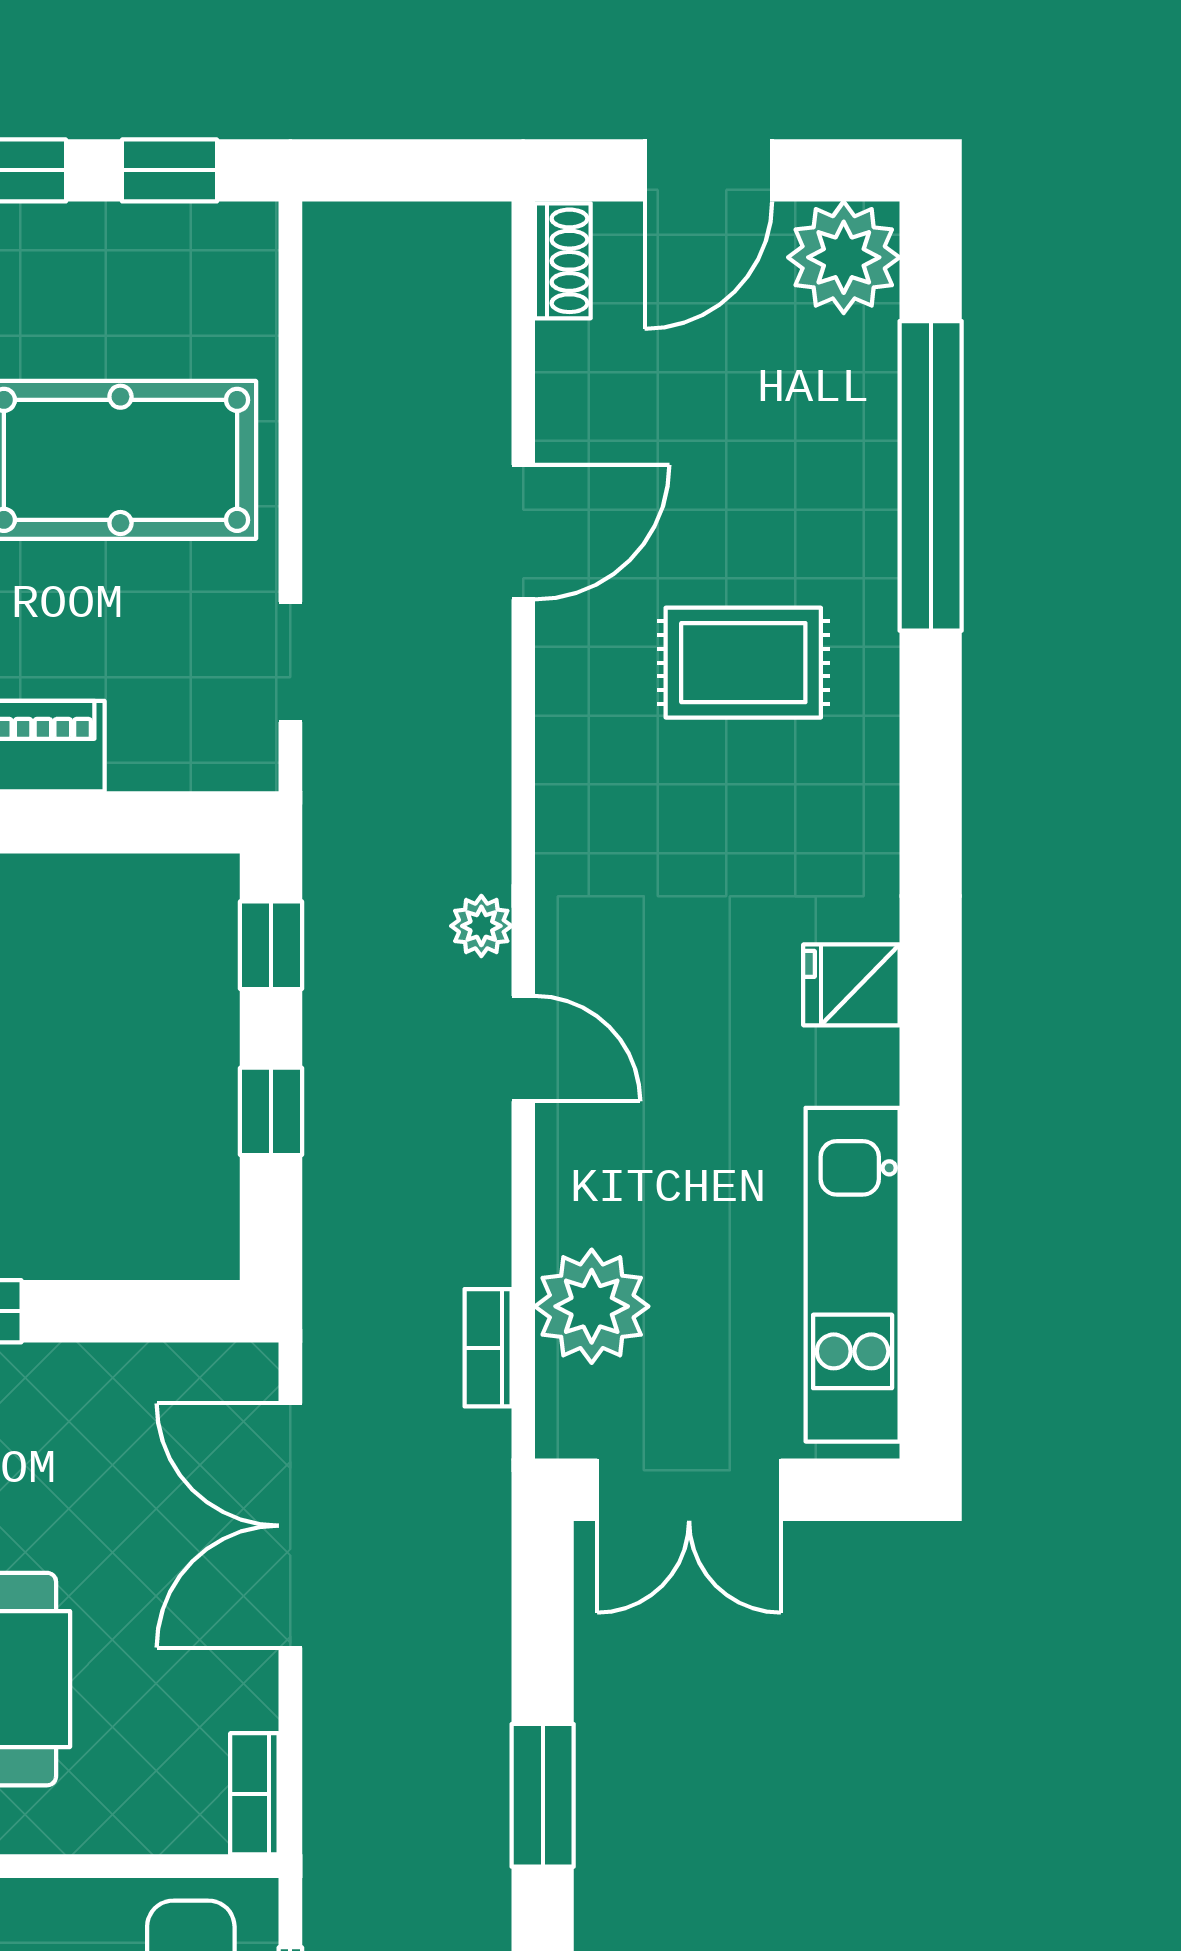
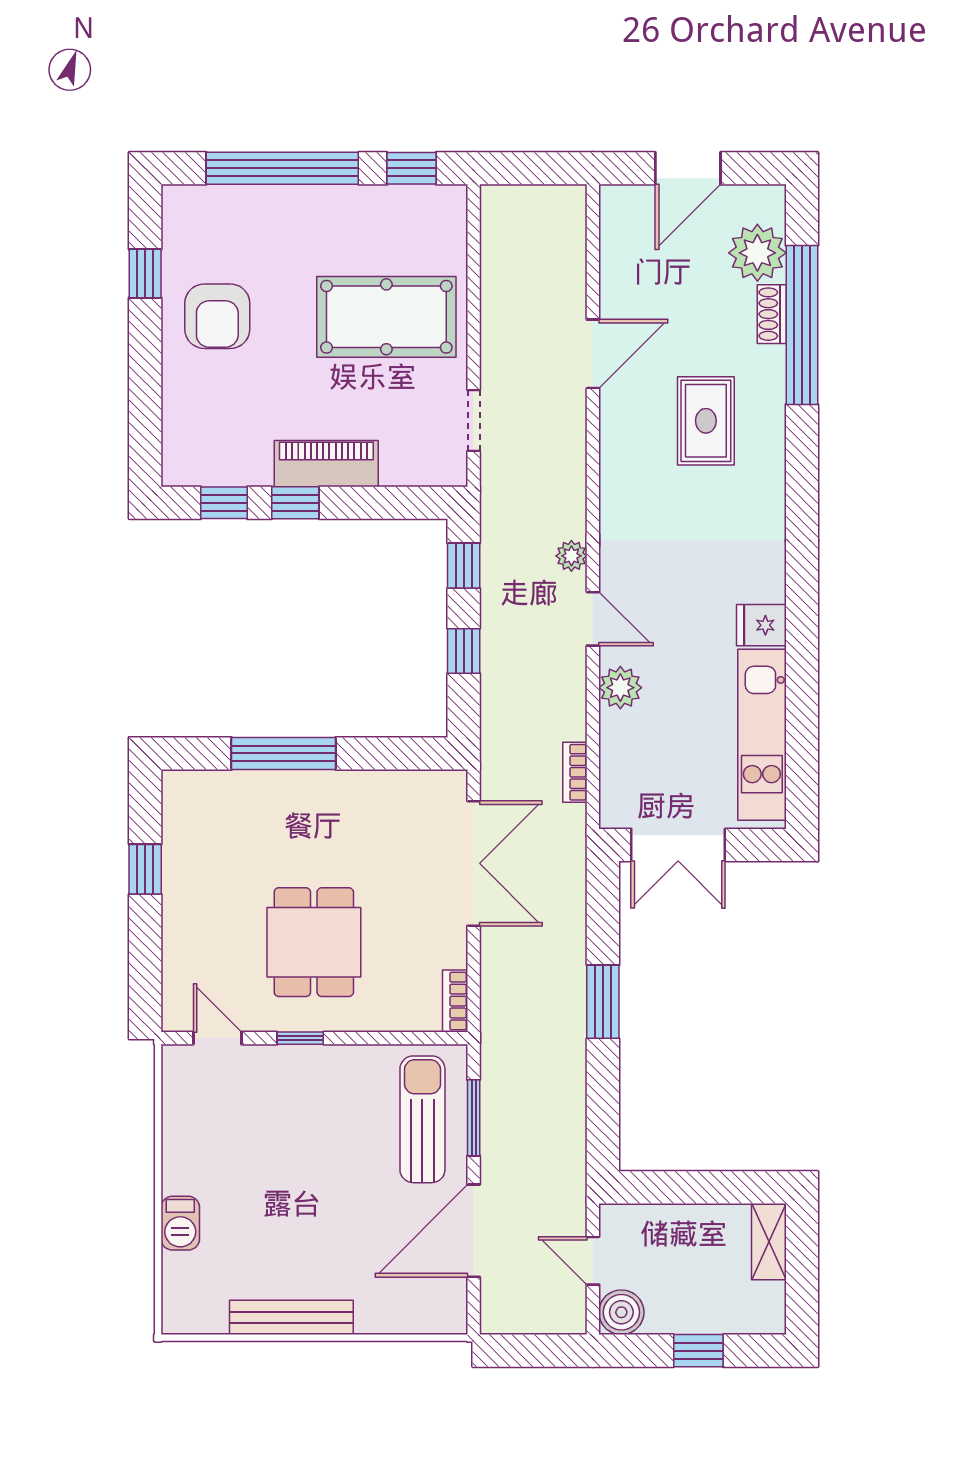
plant: (844, 257) -> (757, 253), moved
shoe rack: (563, 261) -> (772, 314), moved, turned 180
rug: (743, 663) -> (706, 421), turned 90
fridge: (851, 985) -> (761, 625), moved
plant: (592, 1306) -> (620, 688), moved, width x0.73, depth x0.73
double door: (290, 1526) -> (474, 863), swing flipped

